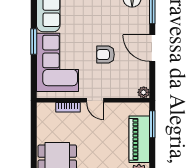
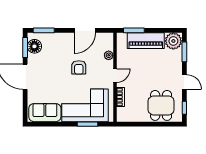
window: (34, 42) -> (87, 124), moved
door: (152, 48) -> (85, 30), moved
plant: (144, 92) -> (109, 55), moved

